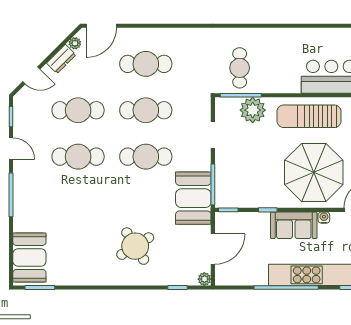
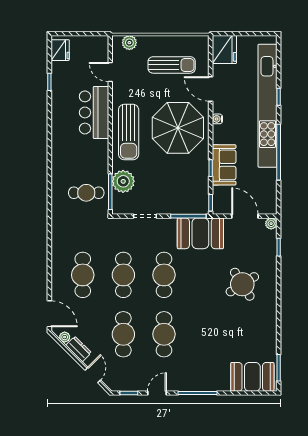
sofa: (294, 225) -> (224, 165), moved

